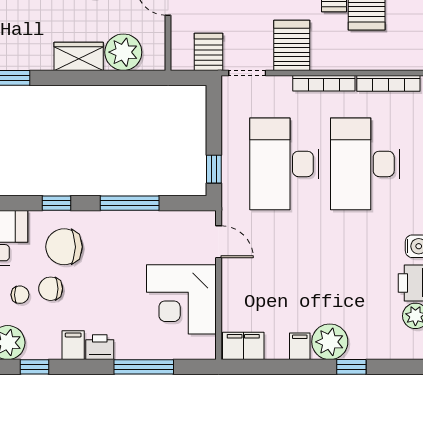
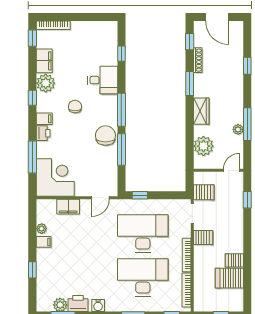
server rack: (292, 45) -> (203, 238), width x0.73, depth x0.70
wardrobe: (79, 56) -> (201, 111), moved
window: (57, 203) -> (121, 110), width x2.17
chair: (64, 247) -> (105, 136), moved
chair: (20, 295) -> (72, 90), removed
corner desk: (181, 299) -> (55, 178), moved, turned 90
plant: (330, 342) -> (42, 229), moved, width x0.53, depth x0.53
filing cabinet: (243, 346) -> (68, 207), moved, turned 90

